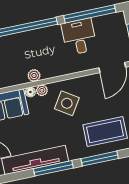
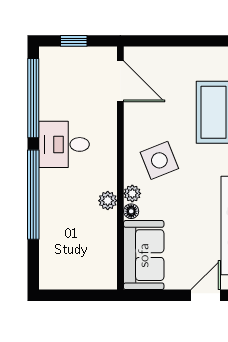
desk: (79, 37) -> (64, 144), moved
side table: (67, 103) -> (159, 160), turned 35

